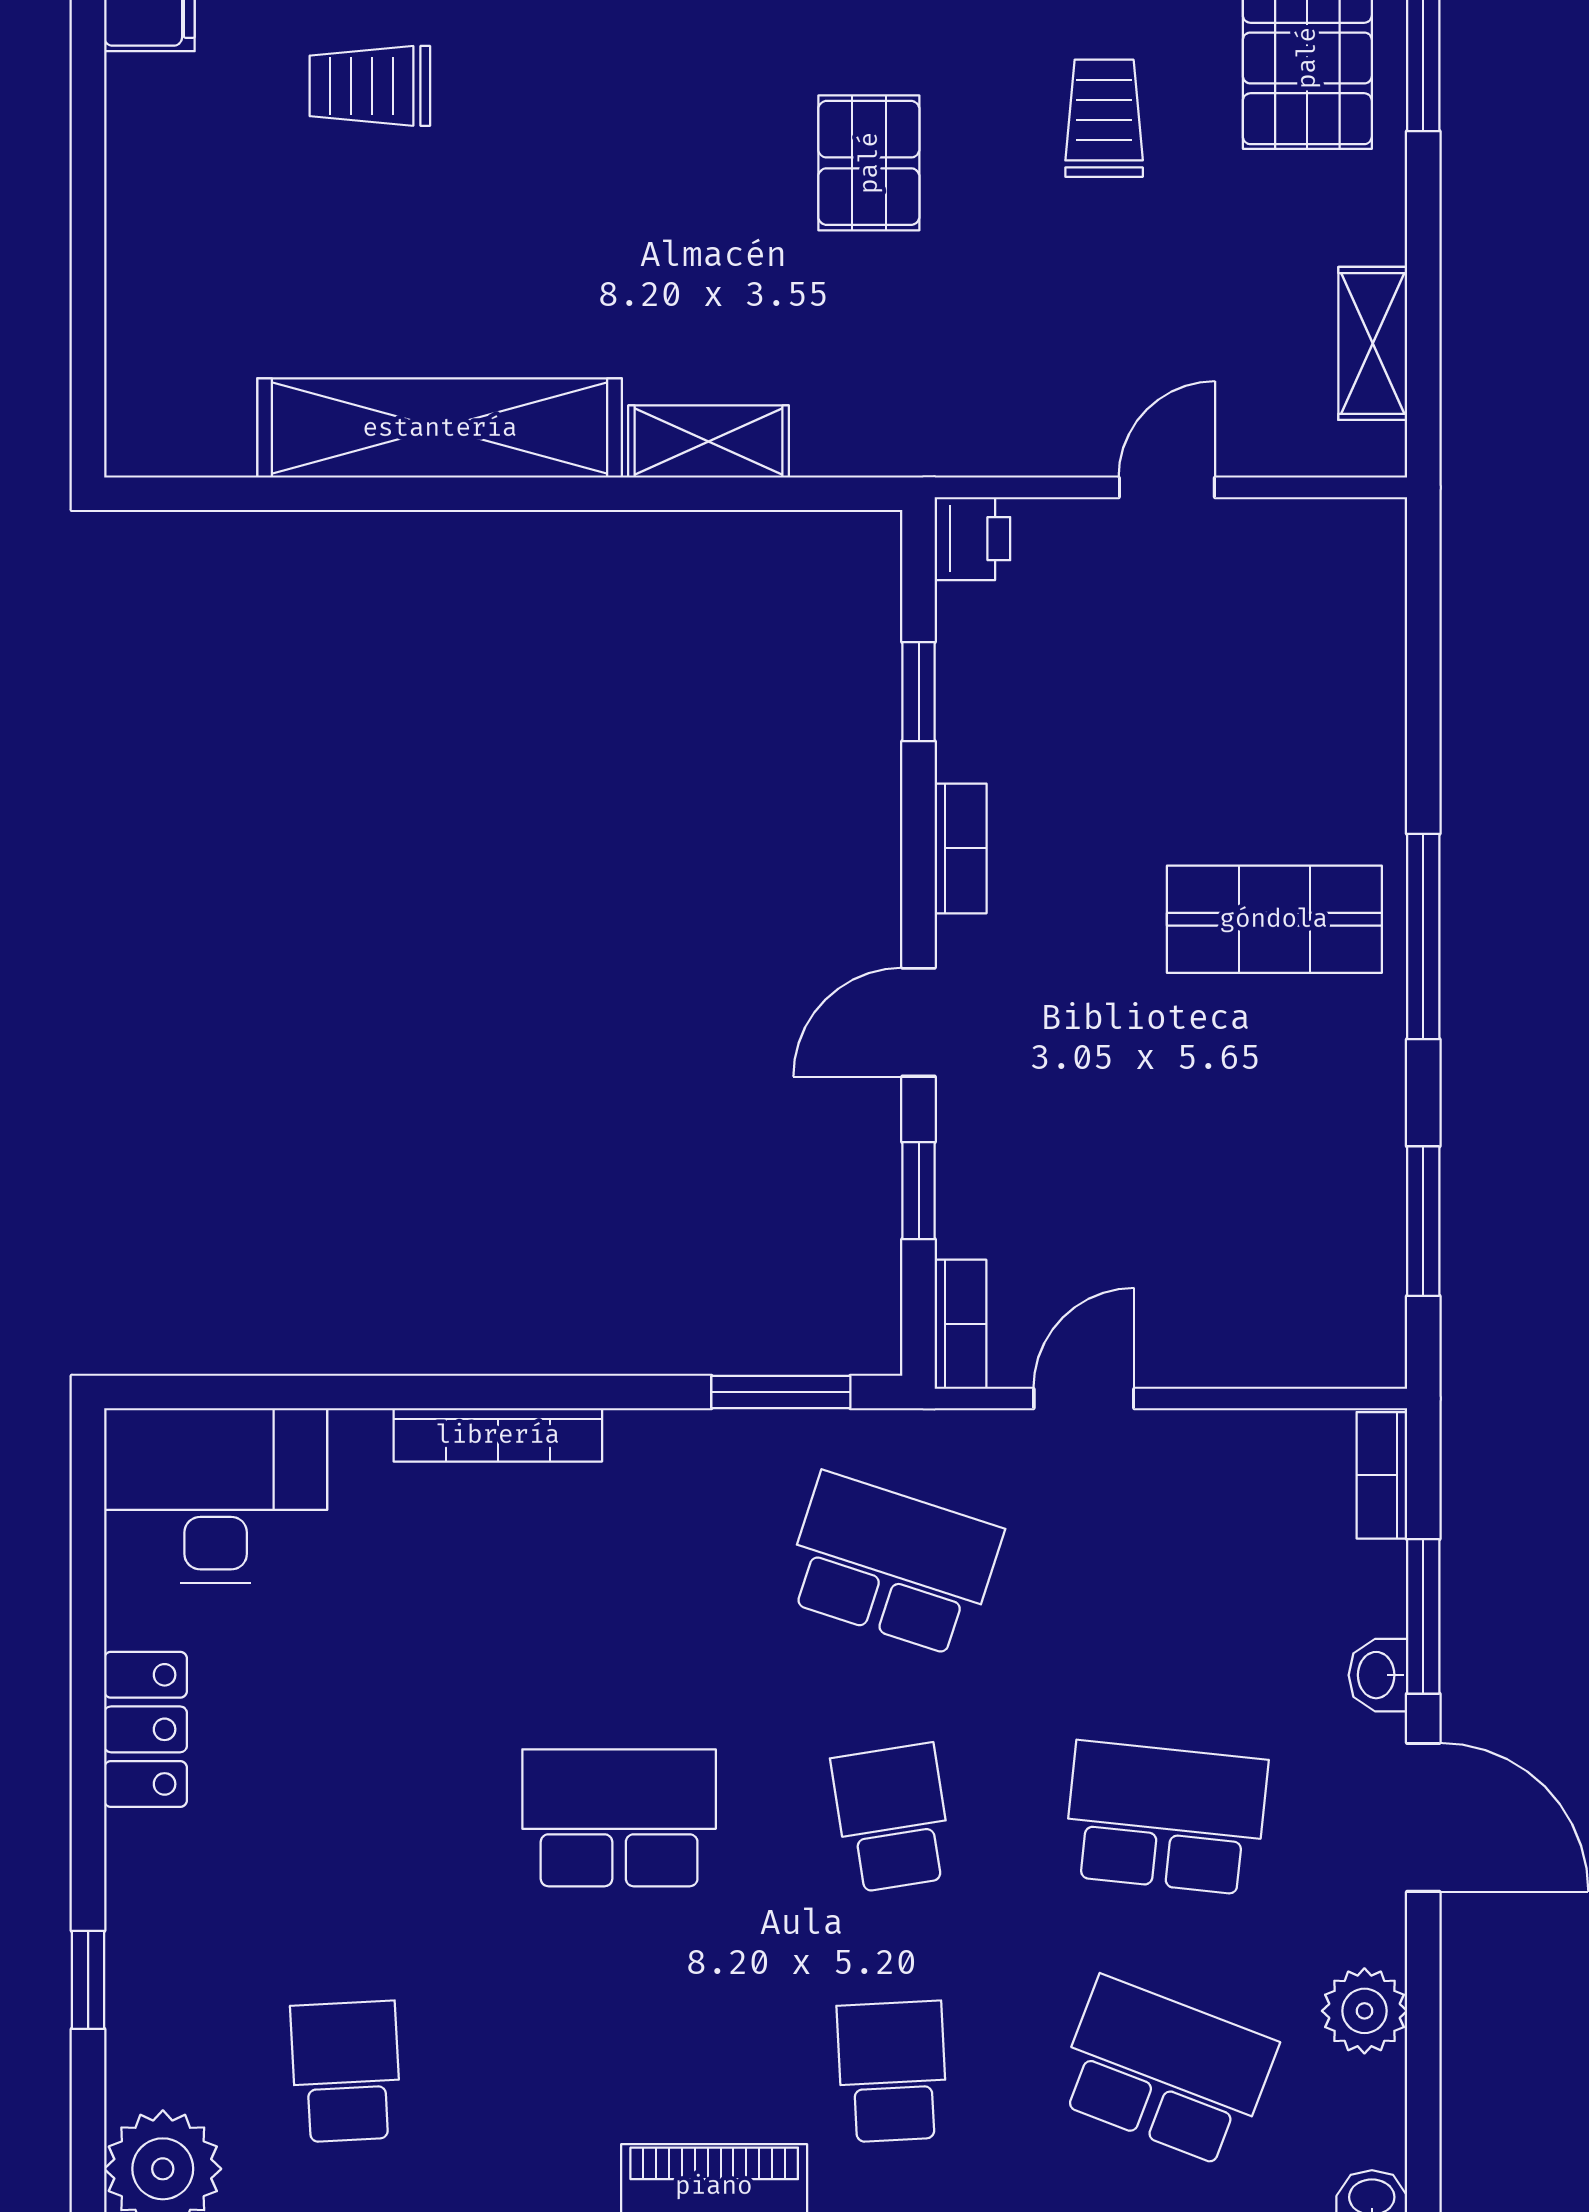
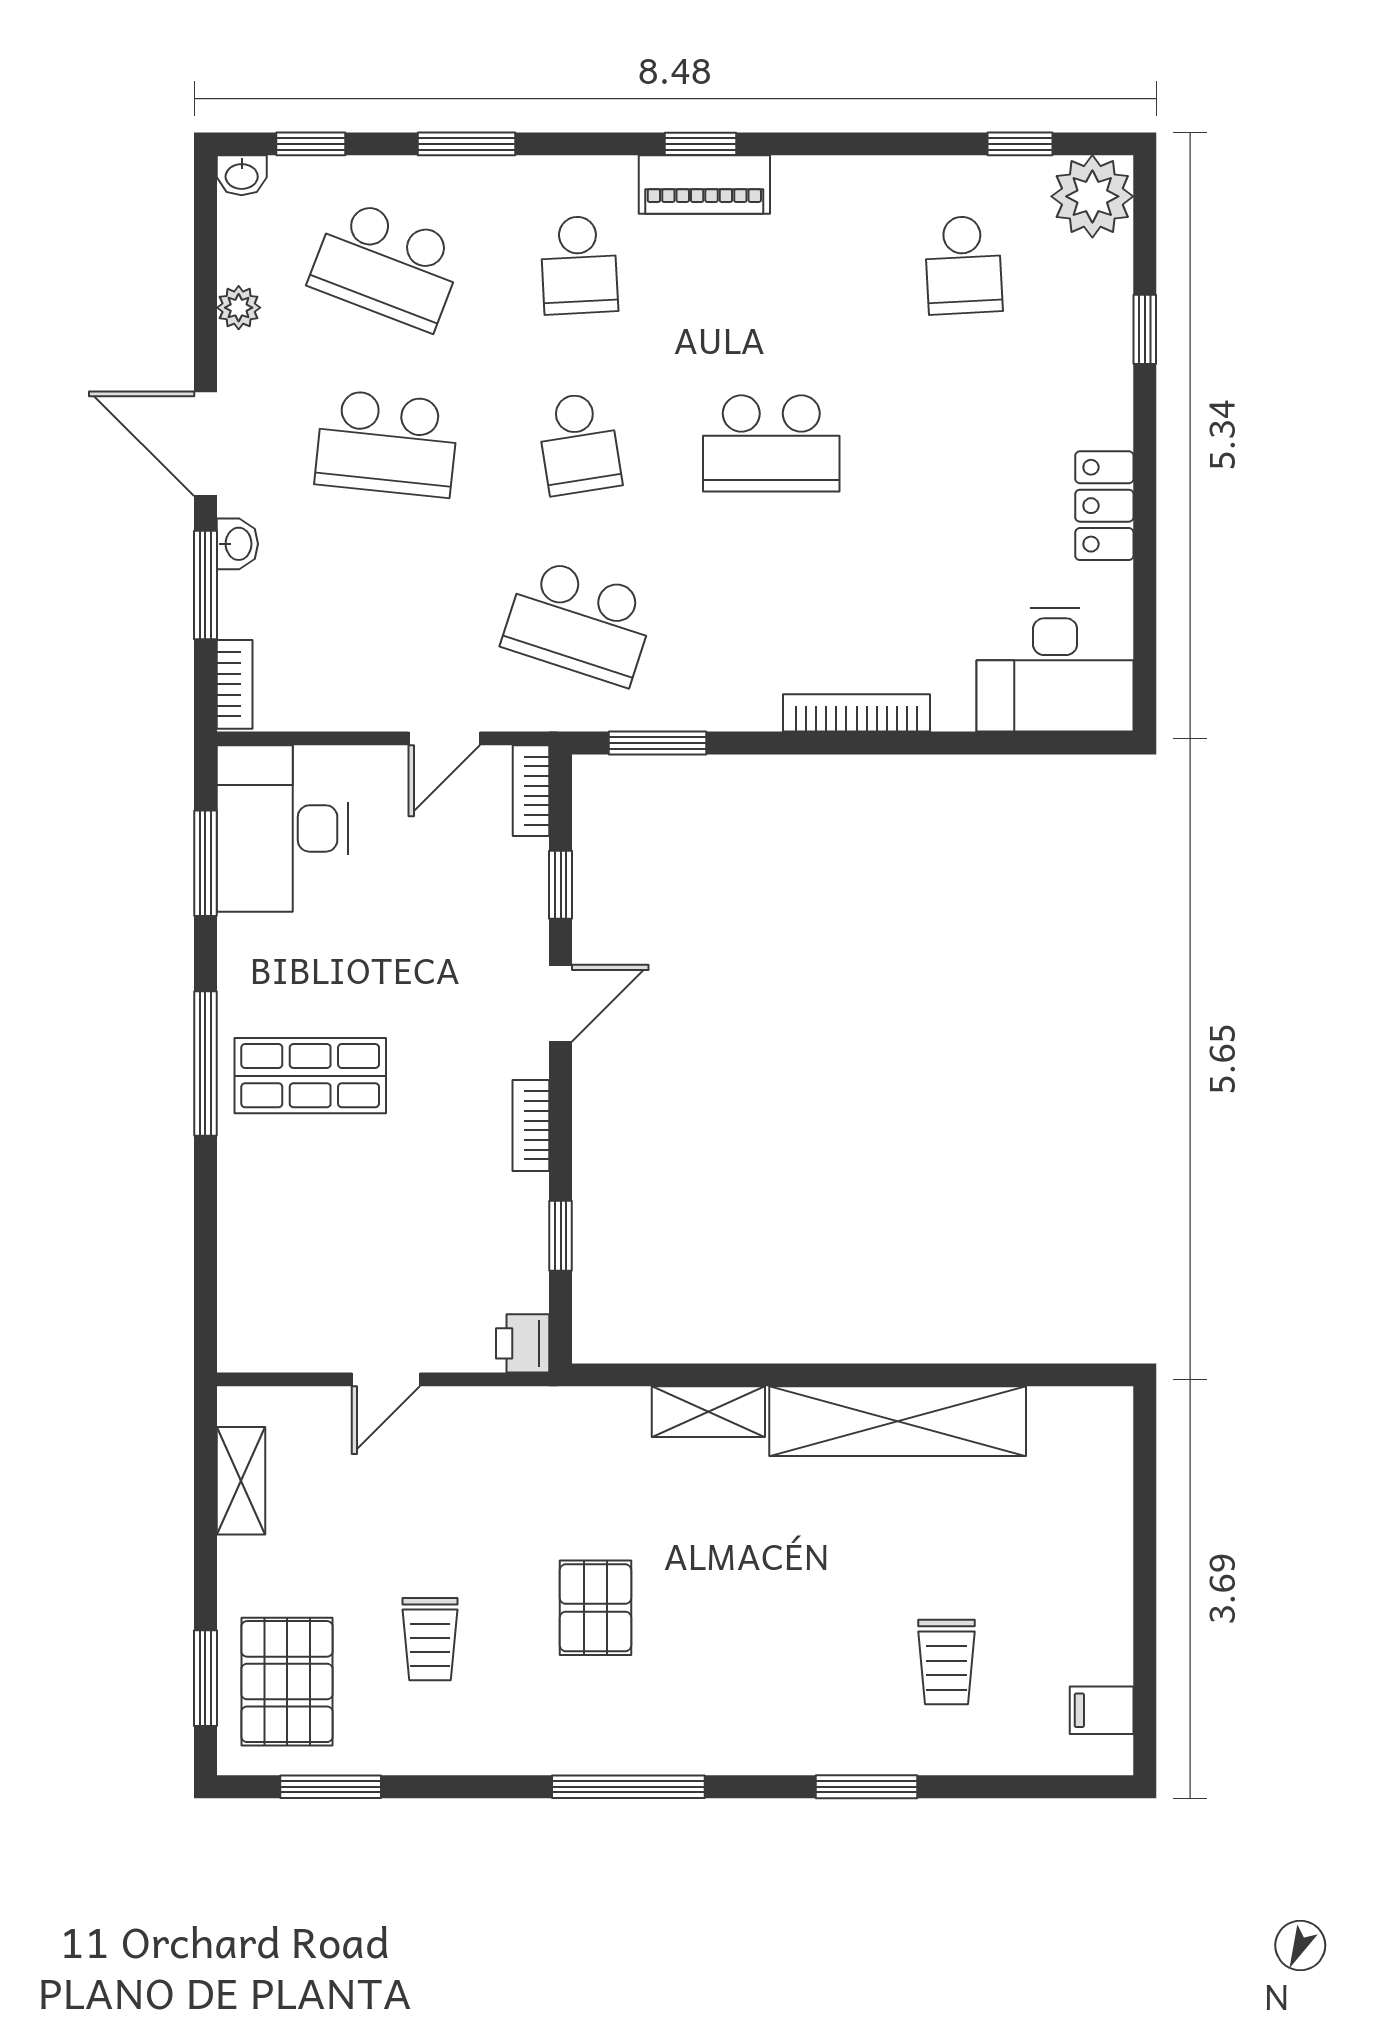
trolley: (370, 86) -> (947, 1662), turned 90
desk: (1314, 1270) -> (282, 828), added
plant: (1364, 2011) -> (239, 308), width x0.73, depth x0.73

